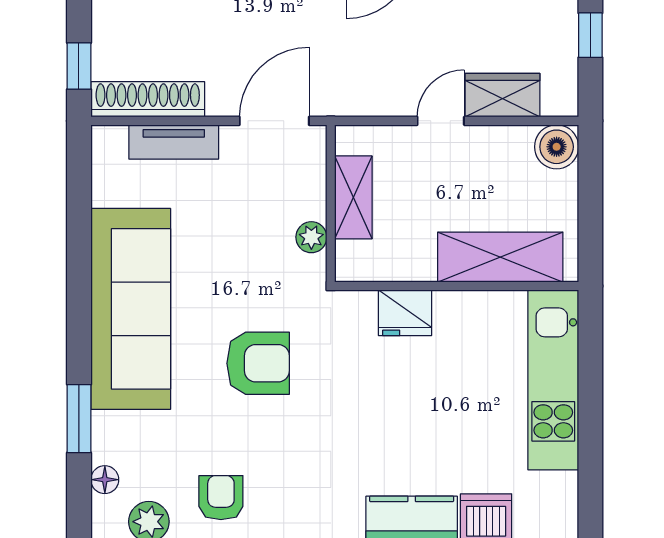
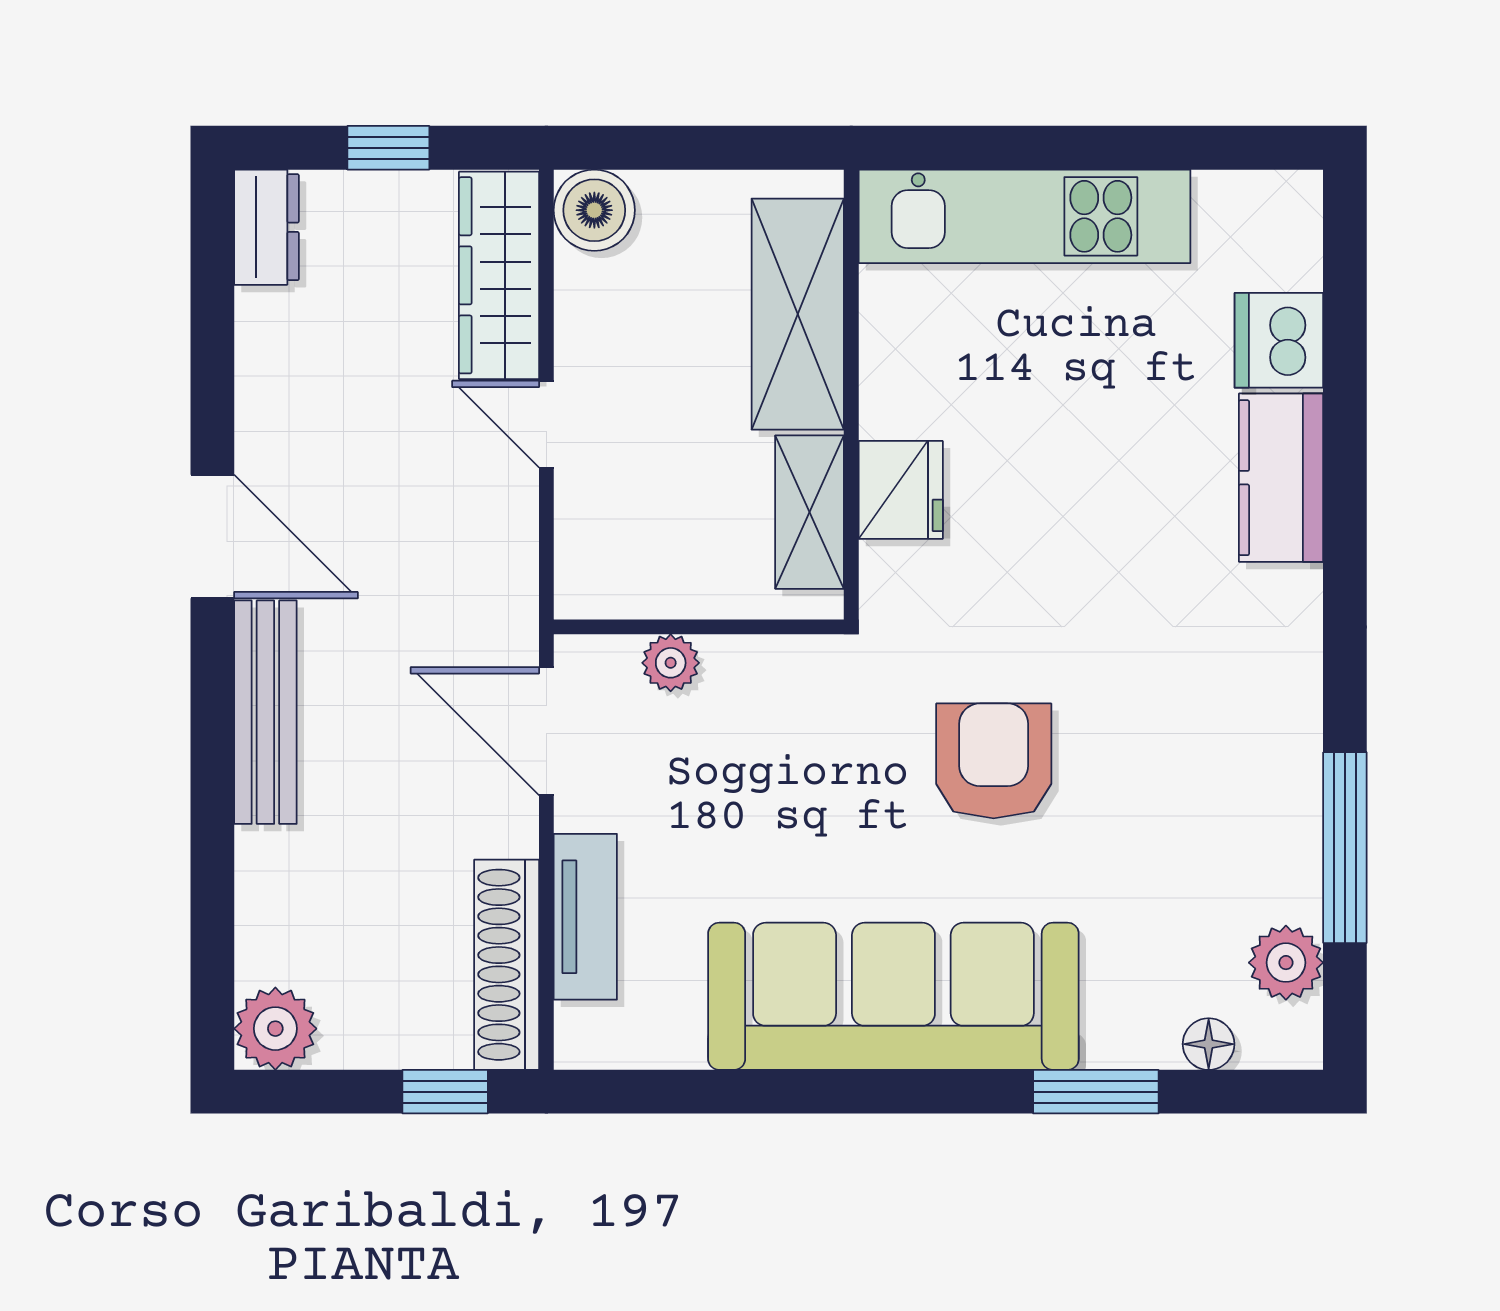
wardrobe: (503, 95) -> (499, 275), width x1.50
shelving: (353, 197) -> (810, 512), moved, turned 90
plant: (311, 237) -> (671, 663), moved
armchair: (221, 498) -> (1242, 830), removed

